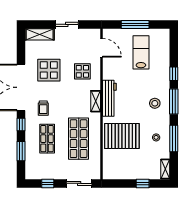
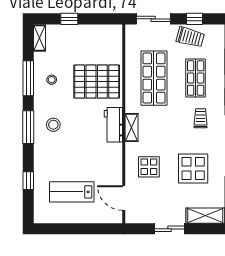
window: (135, 24) -> (79, 229), removed
lab bench: (141, 52) -> (72, 192), turned 90
window: (174, 74) -> (28, 181), moved
workbench: (109, 98) -> (113, 125), width x0.73
trolley: (51, 170) -> (190, 37), added

